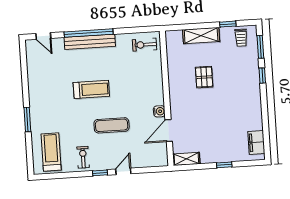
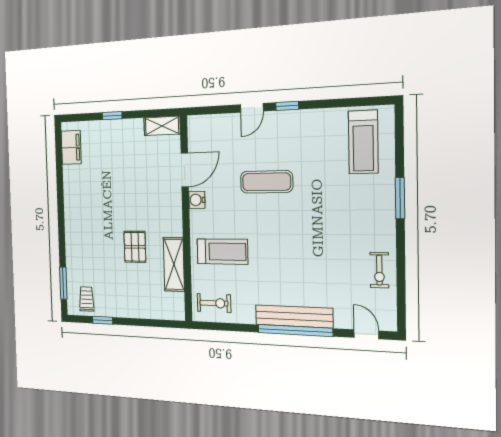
shelving: (201, 36) -> (174, 264), moved, turned 90
window: (262, 76) -> (62, 243), removed
treadmill: (91, 89) -> (222, 252), moved, turned 180
exercise bike: (83, 157) -> (379, 270), moved

